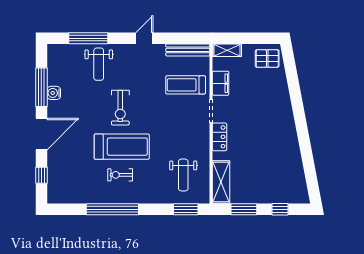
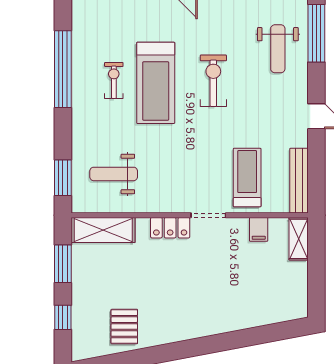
pallet: (267, 58) -> (124, 327), moved
weight bench: (99, 64) -> (278, 49), turned -90
filing cabinet: (221, 83) -> (259, 229), width x0.50
exercise bike: (120, 108) -> (213, 81), turned 90

